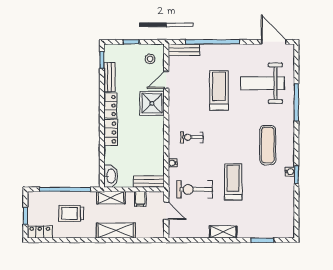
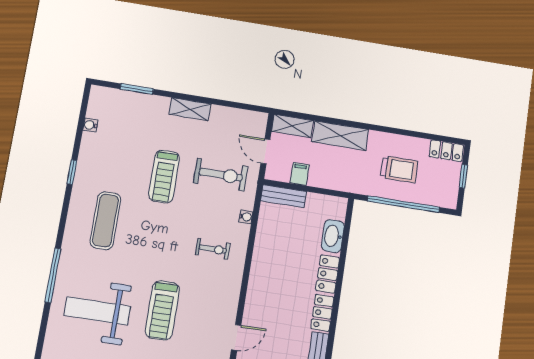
weight bench: (262, 83) -> (97, 311), turned 180
shower: (152, 103) -> (262, 306), removed
water cooler: (290, 172) -> (90, 125), moved
washbasin: (111, 176) -> (333, 236), moved
shelving: (111, 198) -> (293, 126), moved

